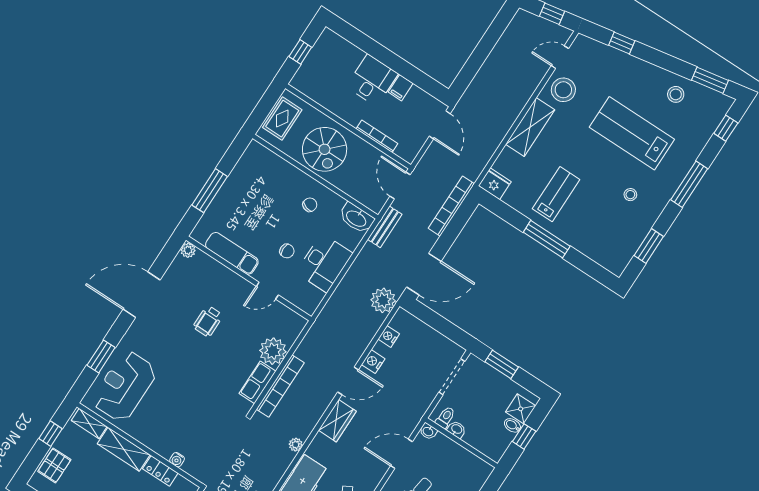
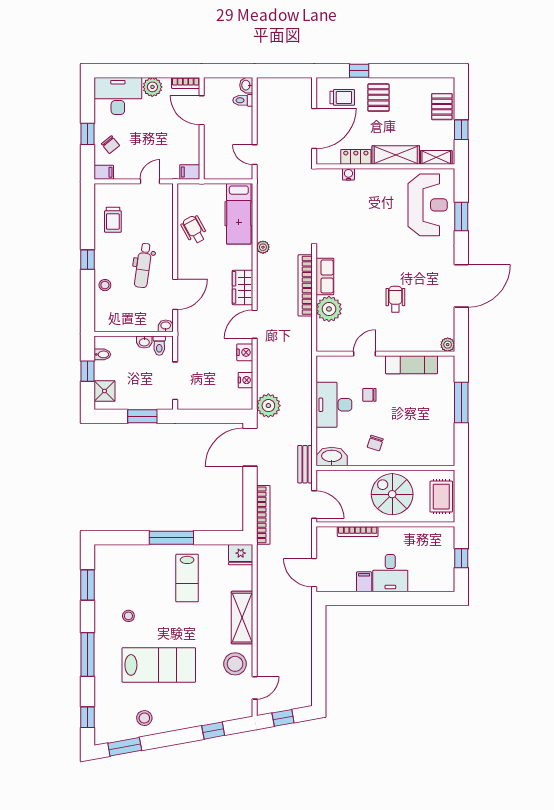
bidet: (512, 425) -> (102, 354), moved

